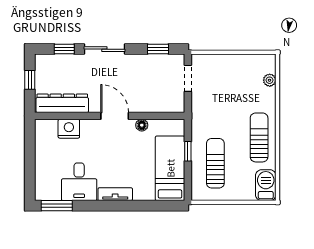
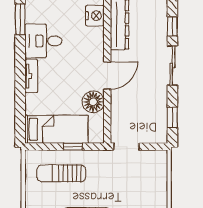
doorway: (188, 78) -> (127, 147), moved
floor lamp: (142, 125) -> (93, 102), width x1.89, depth x1.89
nightstand: (69, 129) -> (95, 16), moved
sun lounger: (215, 163) -> (61, 173), turned 180

